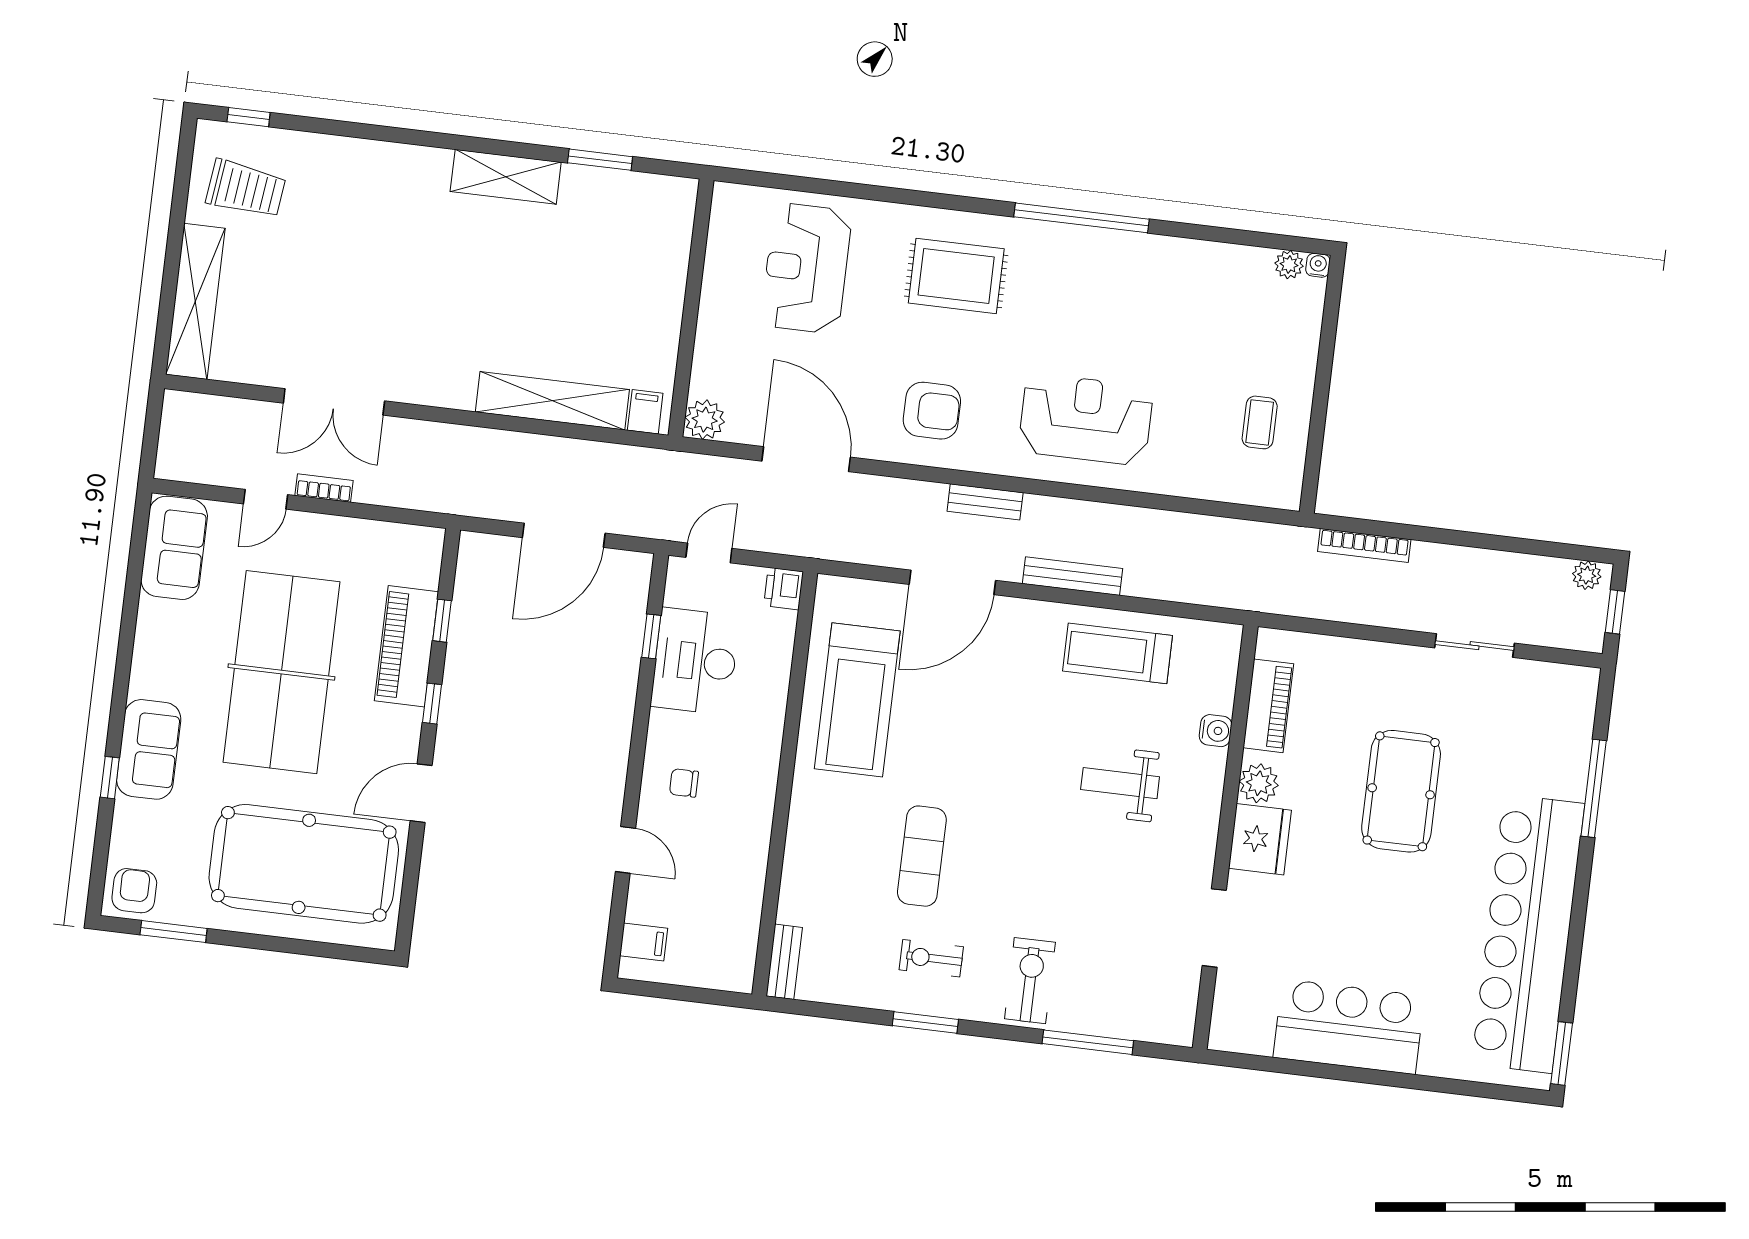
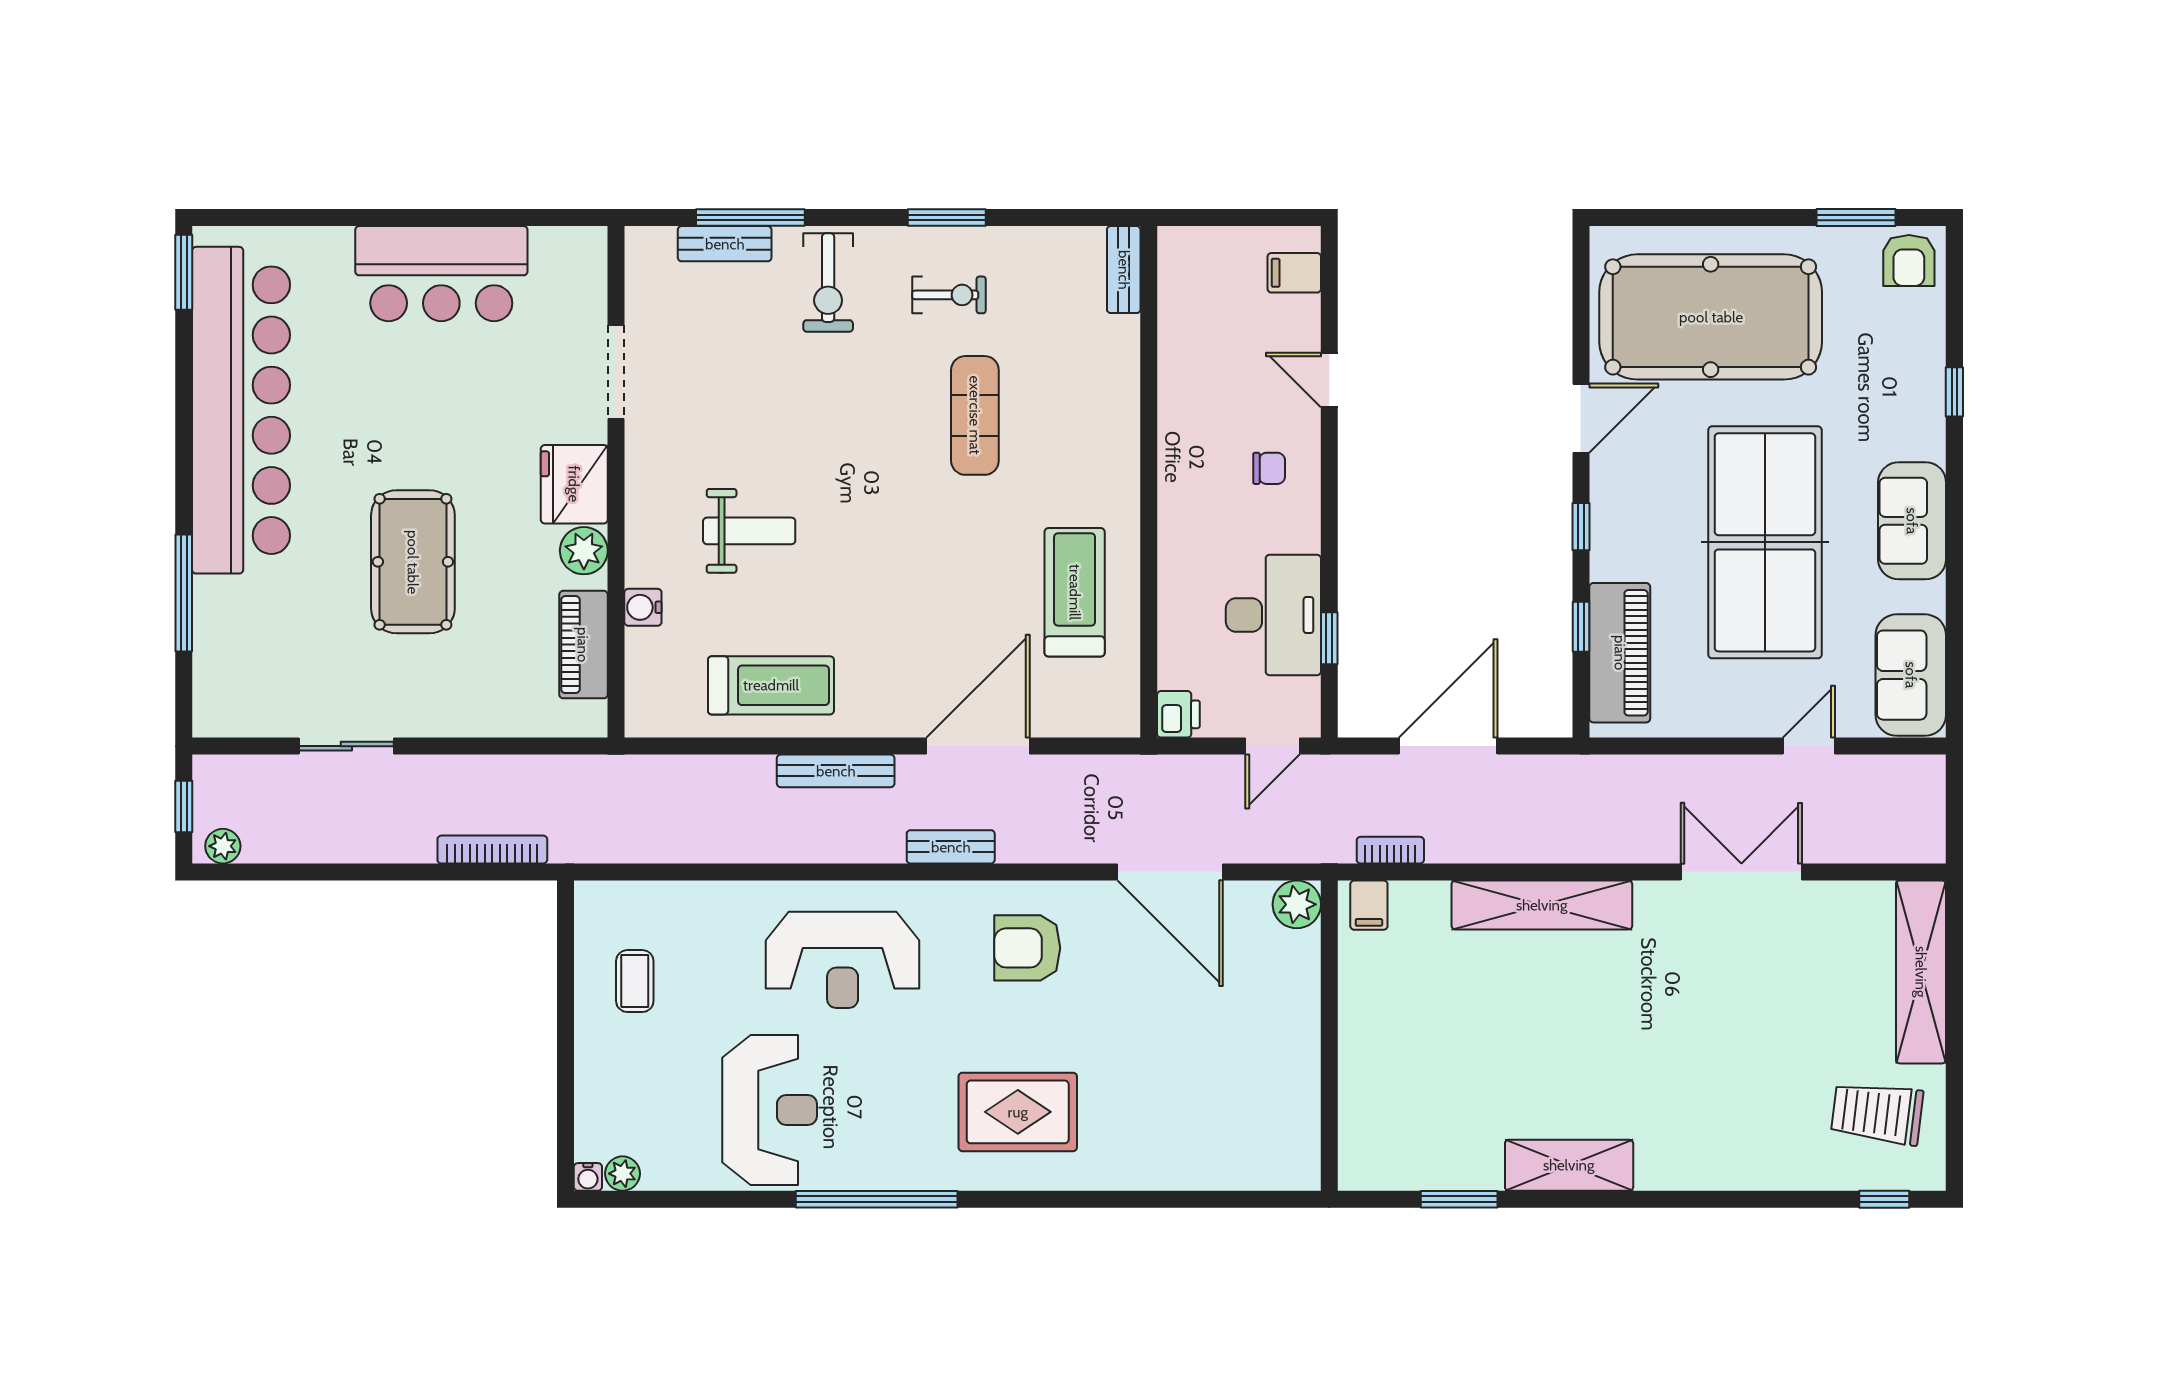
reception desk: (806, 268) -> (770, 1110), moved
shelving: (552, 401) -> (1542, 905), moved
bookcase: (324, 488) -> (1390, 850), moved, turned 180
piano: (406, 646) -> (1620, 653), moved
treadmill: (857, 700) -> (1075, 592), width x0.73, depth x0.73
sofa: (149, 749) -> (1912, 521), moved
bench: (1112, 1023) -> (725, 244), added

